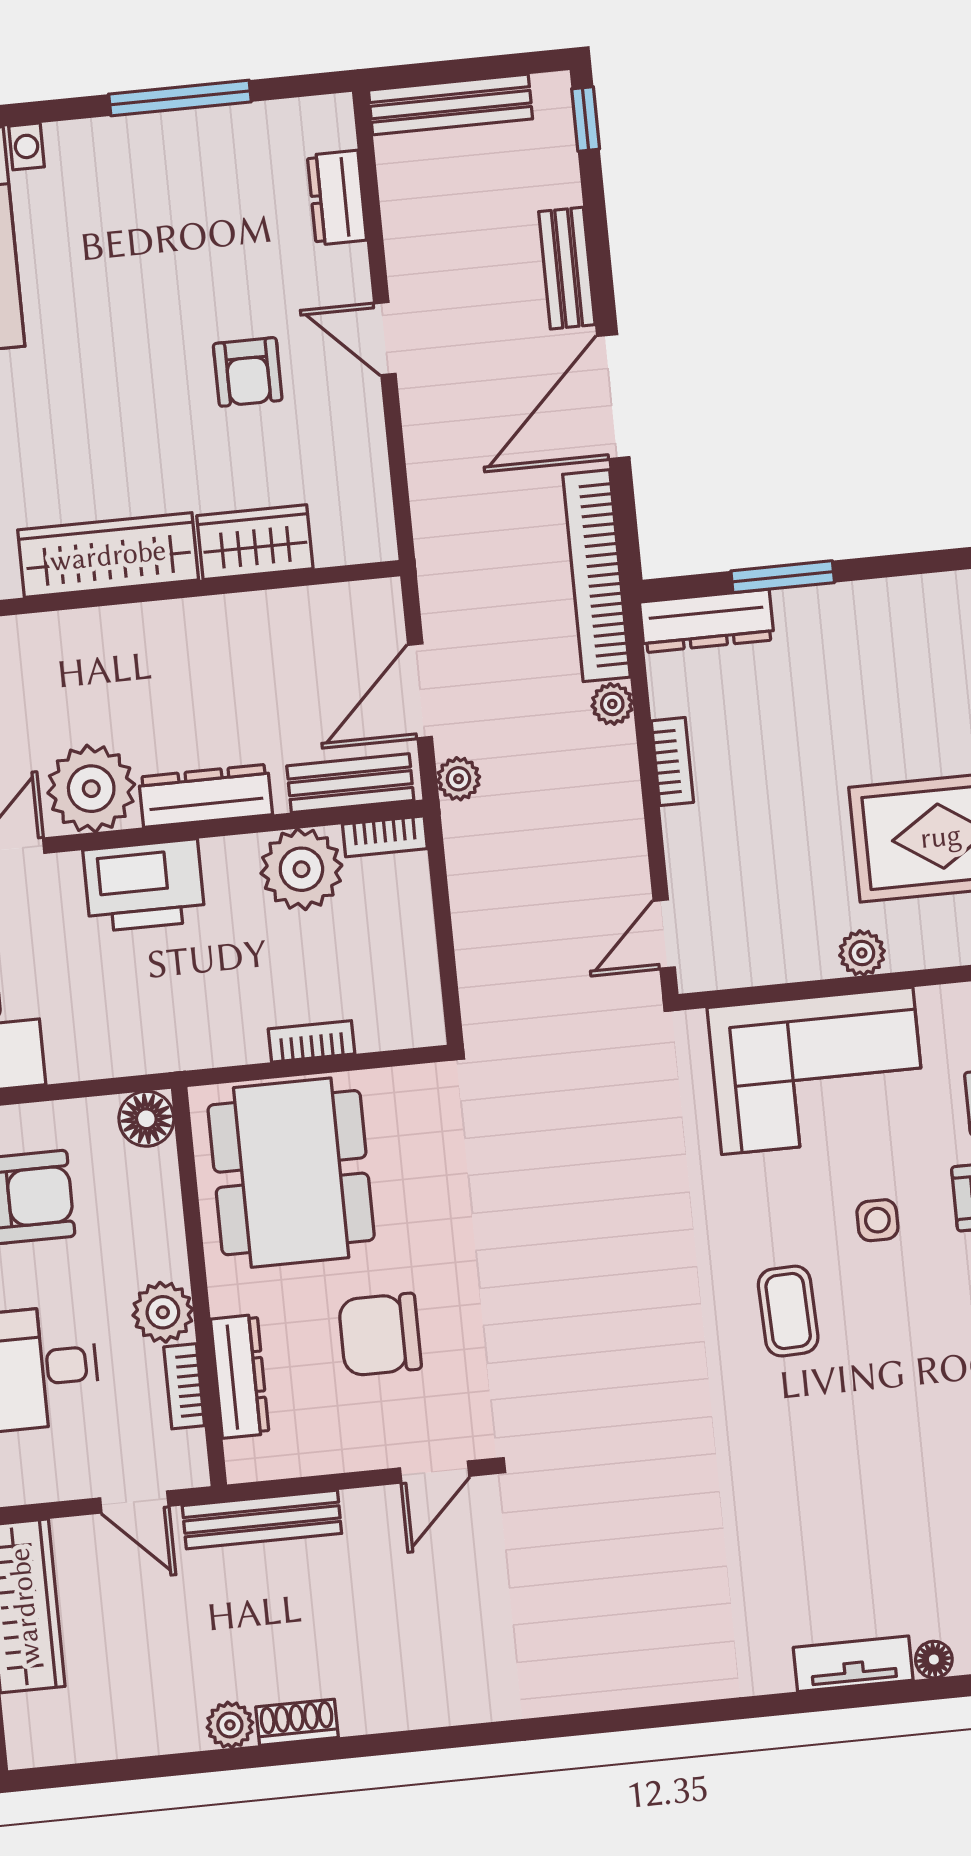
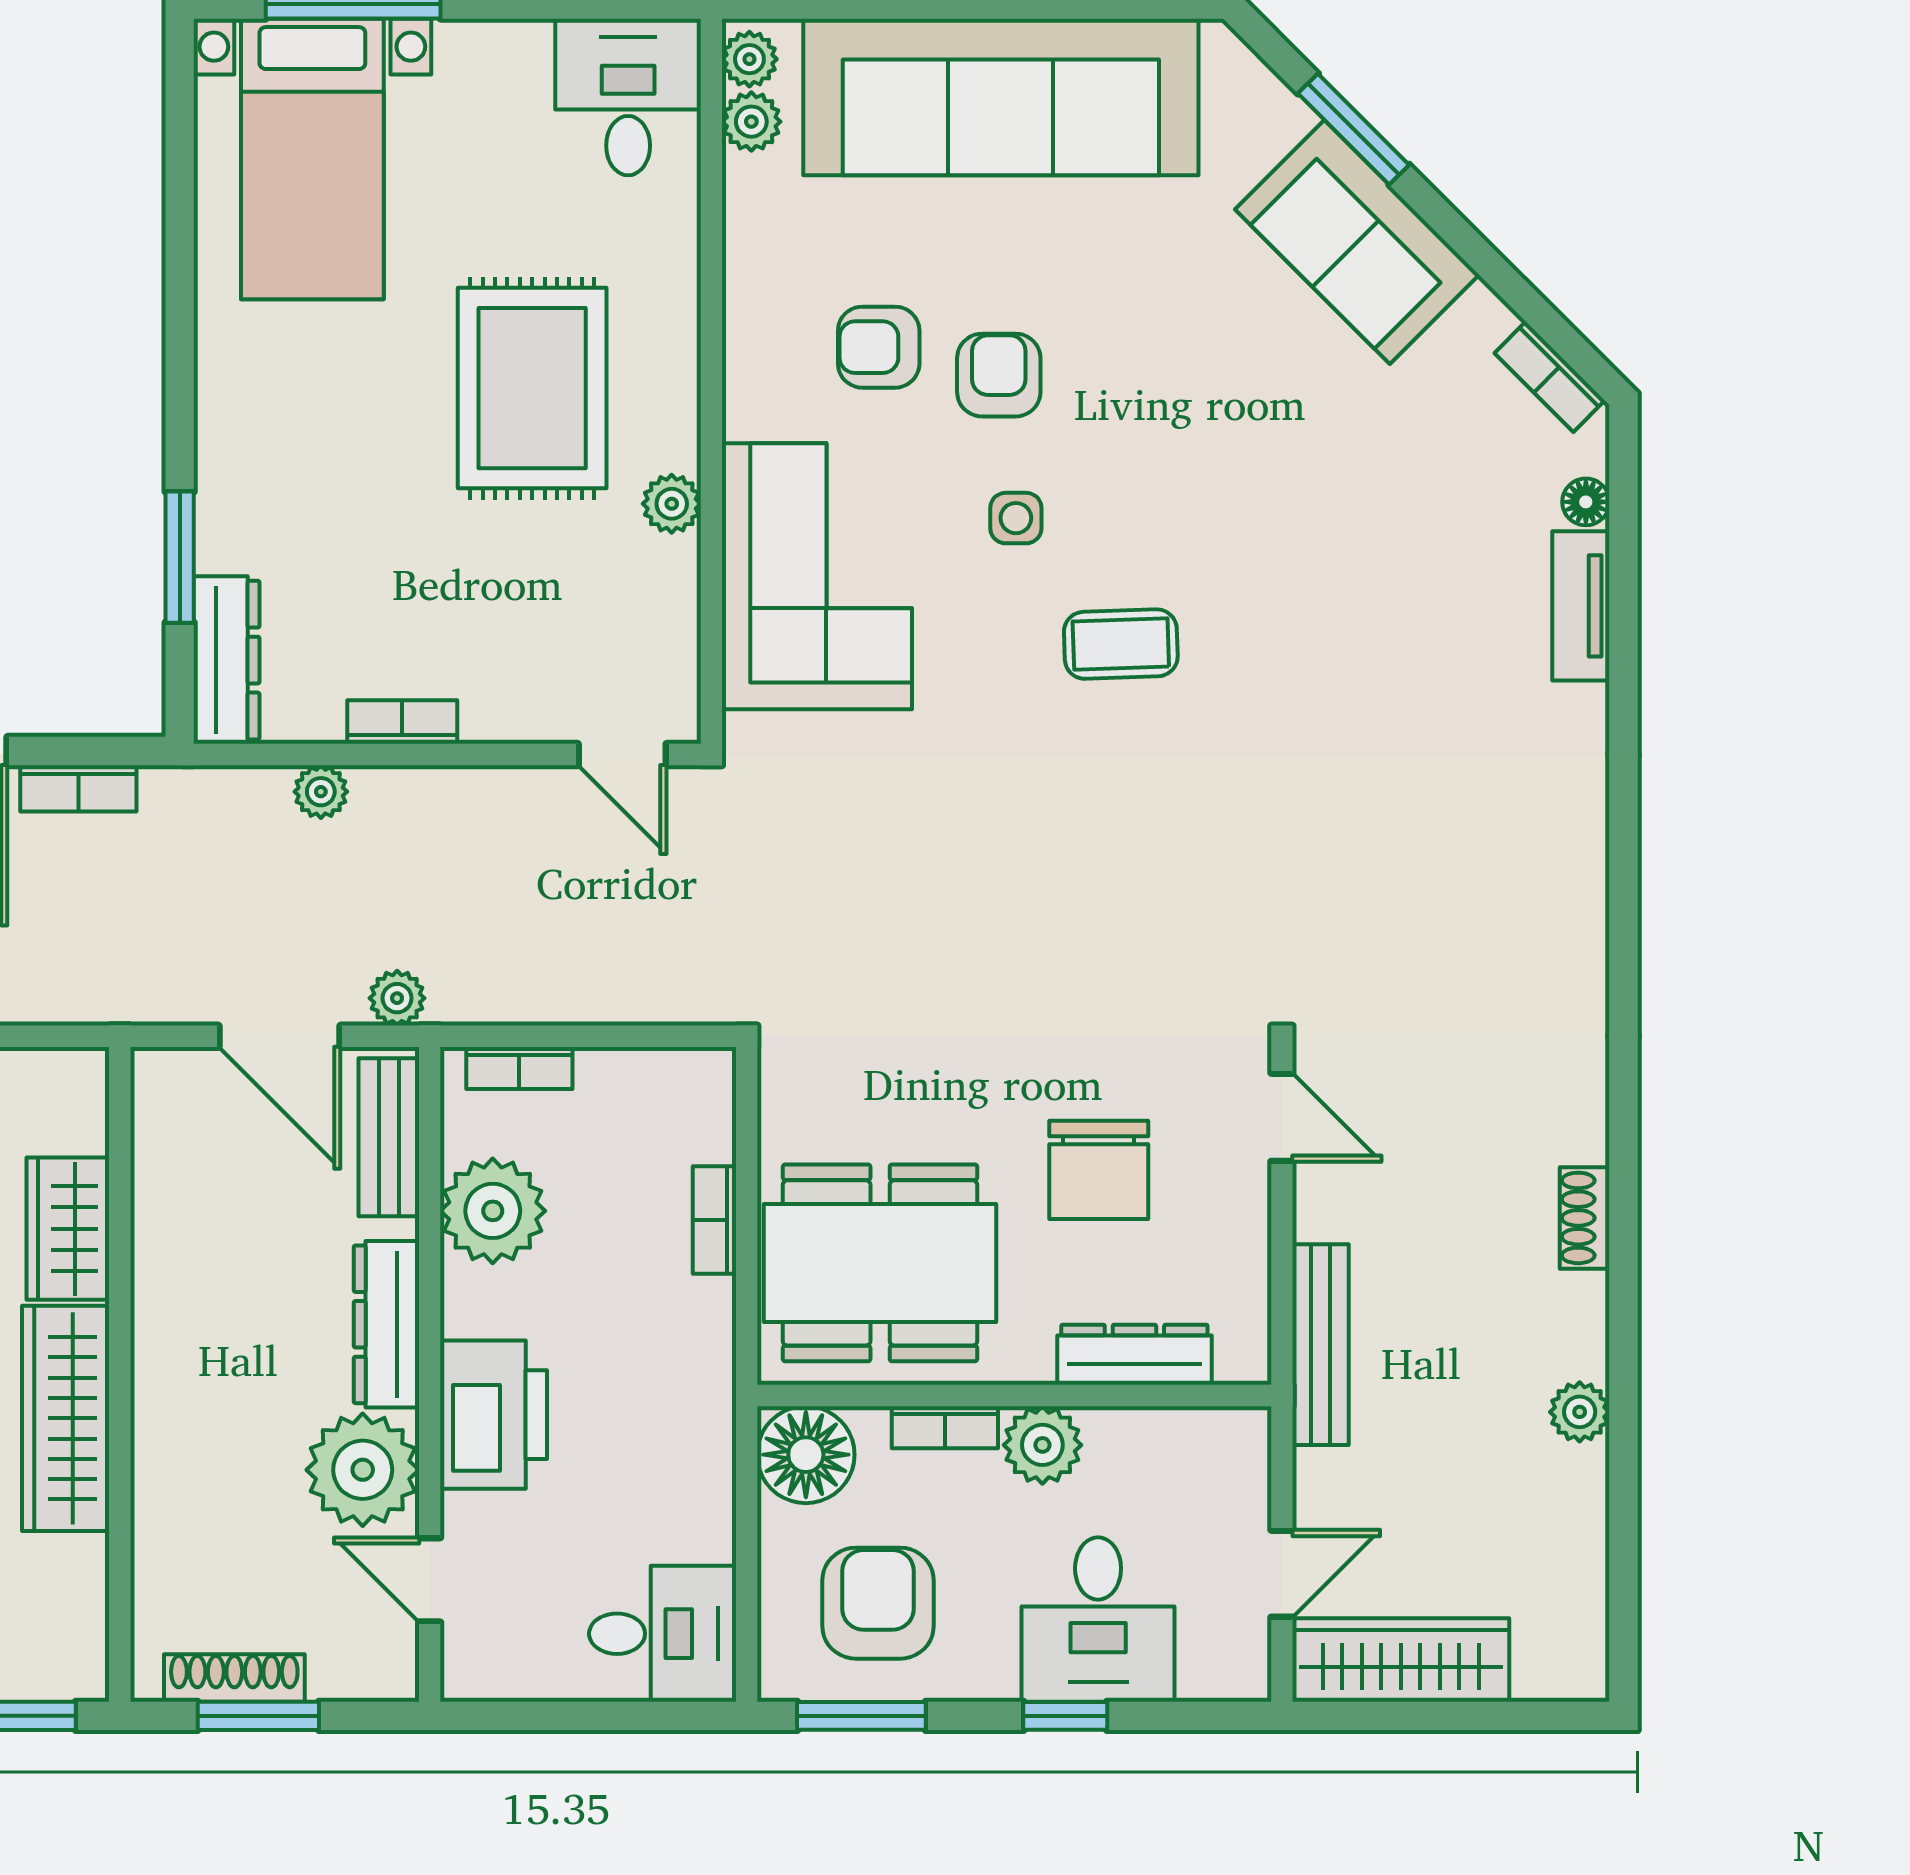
bookcase: (596, 576) -> (78, 788), width x0.43, depth x0.76
bookcase: (385, 836) -> (519, 1068), moved, turned 90
floor lamp: (146, 1119) -> (806, 1455), width x1.38, depth x1.38
bookcase: (184, 1386) -> (945, 1427), moved
door: (134, 1502) -> (1282, 1574), moved
shoe rack: (297, 1722) -> (1585, 1218), moved

